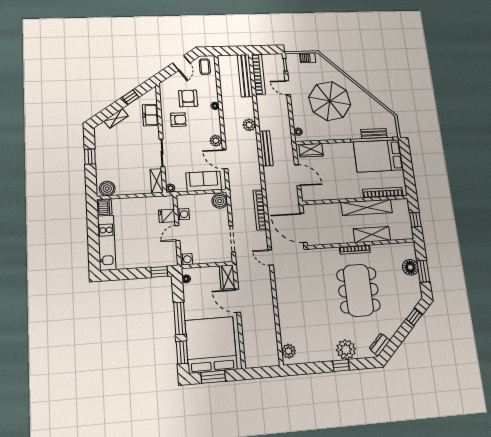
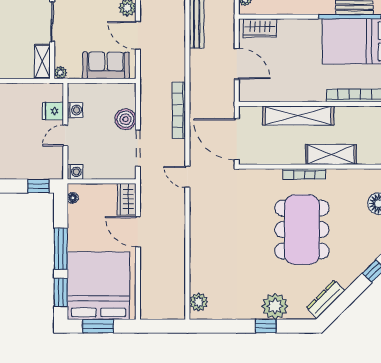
boiler: (220, 201) -> (125, 119), moved
shelving: (367, 207) -> (298, 116), moved
dresser: (380, 345) -> (325, 299), width x1.44

